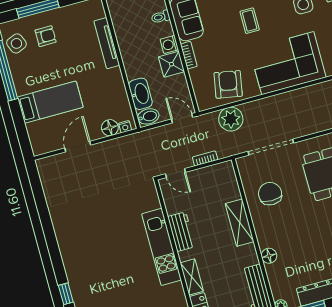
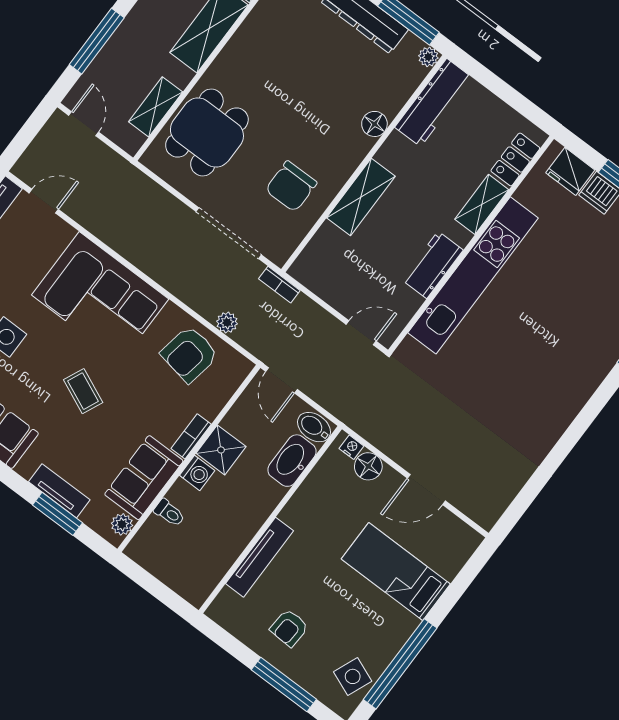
coffee table: (250, 21) -> (83, 391), turned -66
armchair: (46, 36) -> (289, 628), moved, turned -87
side table: (16, 43) -> (353, 676), turned 45
plant: (231, 119) -> (227, 322), width x0.53, depth x0.53
bookcase: (205, 158) -> (279, 285), moved
door: (175, 173) -> (361, 333), hinge flipped
kitchen unit: (162, 247) -> (473, 275), width x1.36

